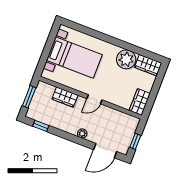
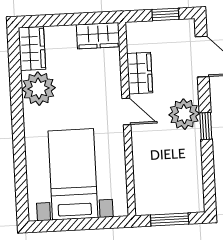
wardrobe: (65, 97) -> (140, 73), moved
window: (41, 126) -> (206, 126), moved
plant: (82, 133) -> (184, 114), width x1.88, depth x1.88

